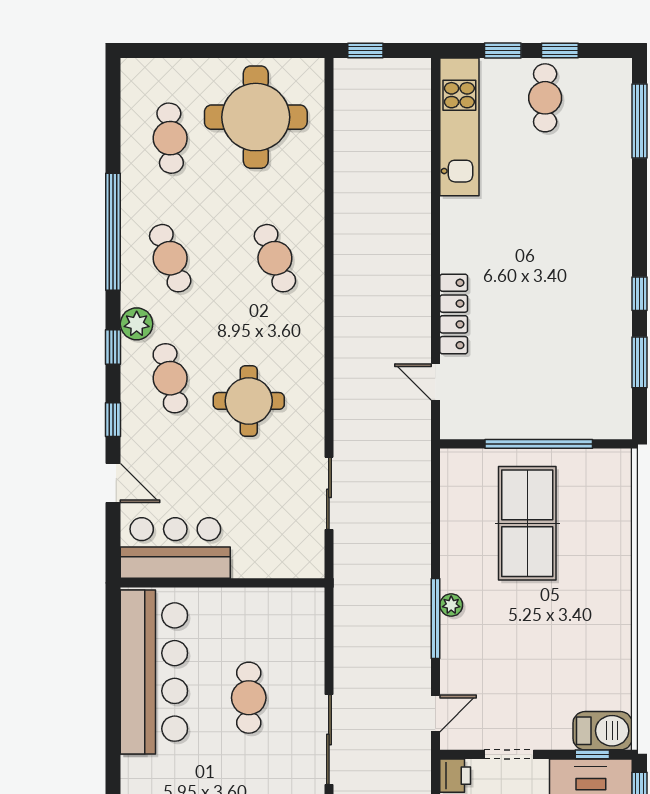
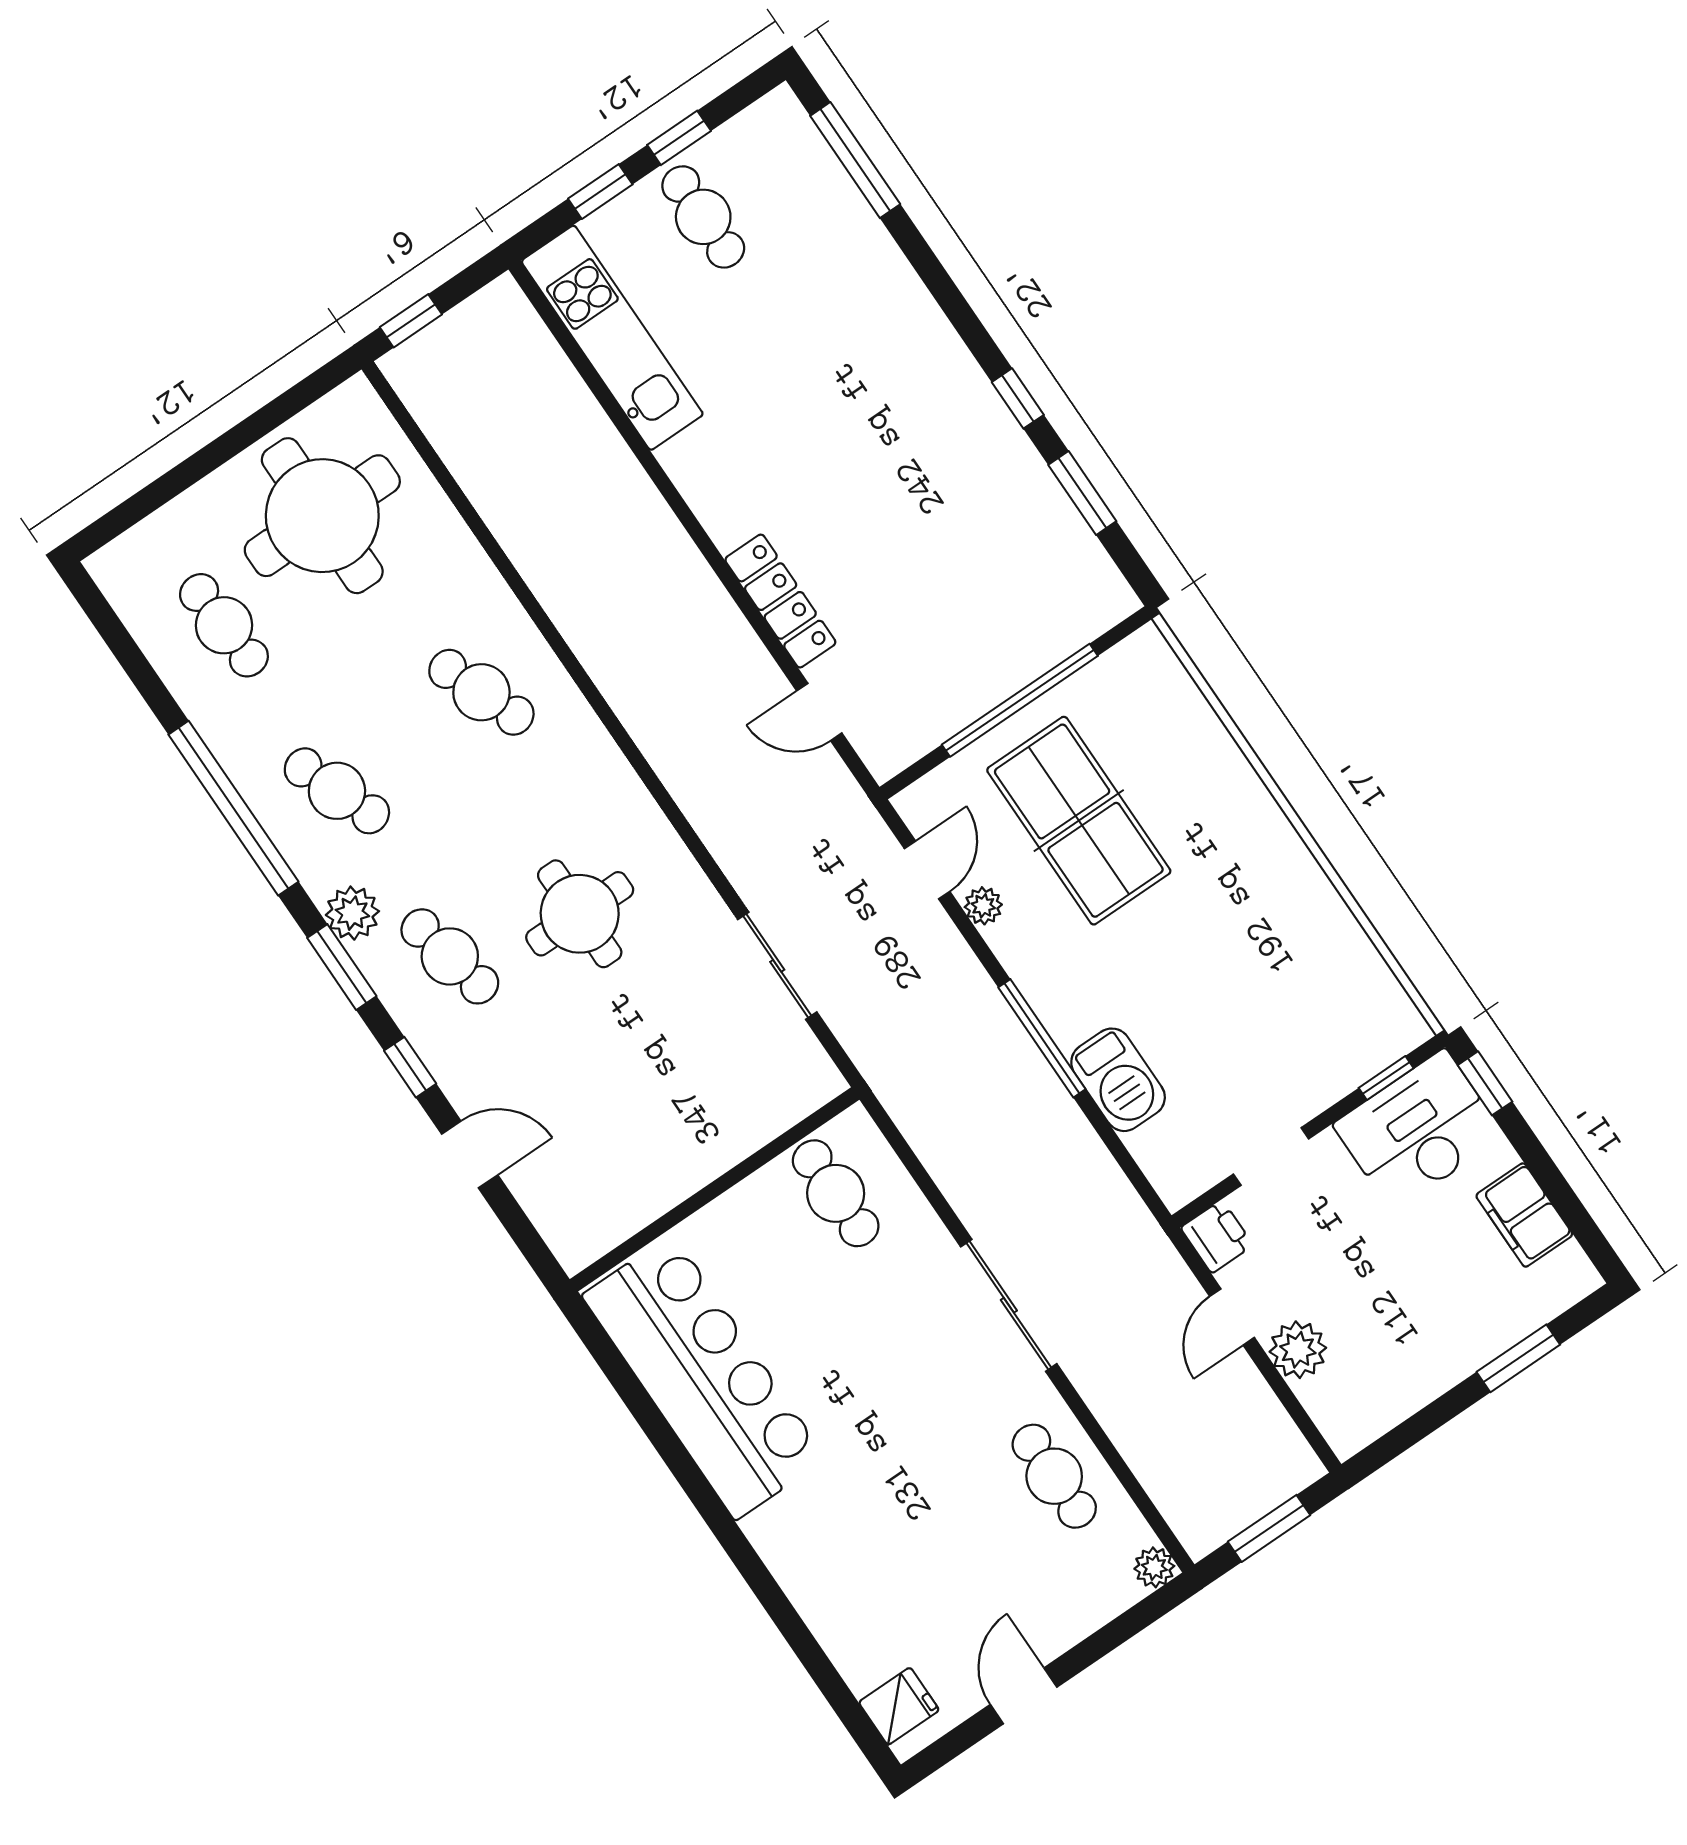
window: (113, 347) -> (342, 967), width x1.50
bar counter: (175, 548) -> (617, 1186), removed
plant: (451, 605) -> (983, 906), moved
cafe table: (249, 698) -> (836, 1193), moved
door: (435, 713) -> (927, 870), moved
barbecue: (603, 731) -> (1118, 1080), moved, turned 90

